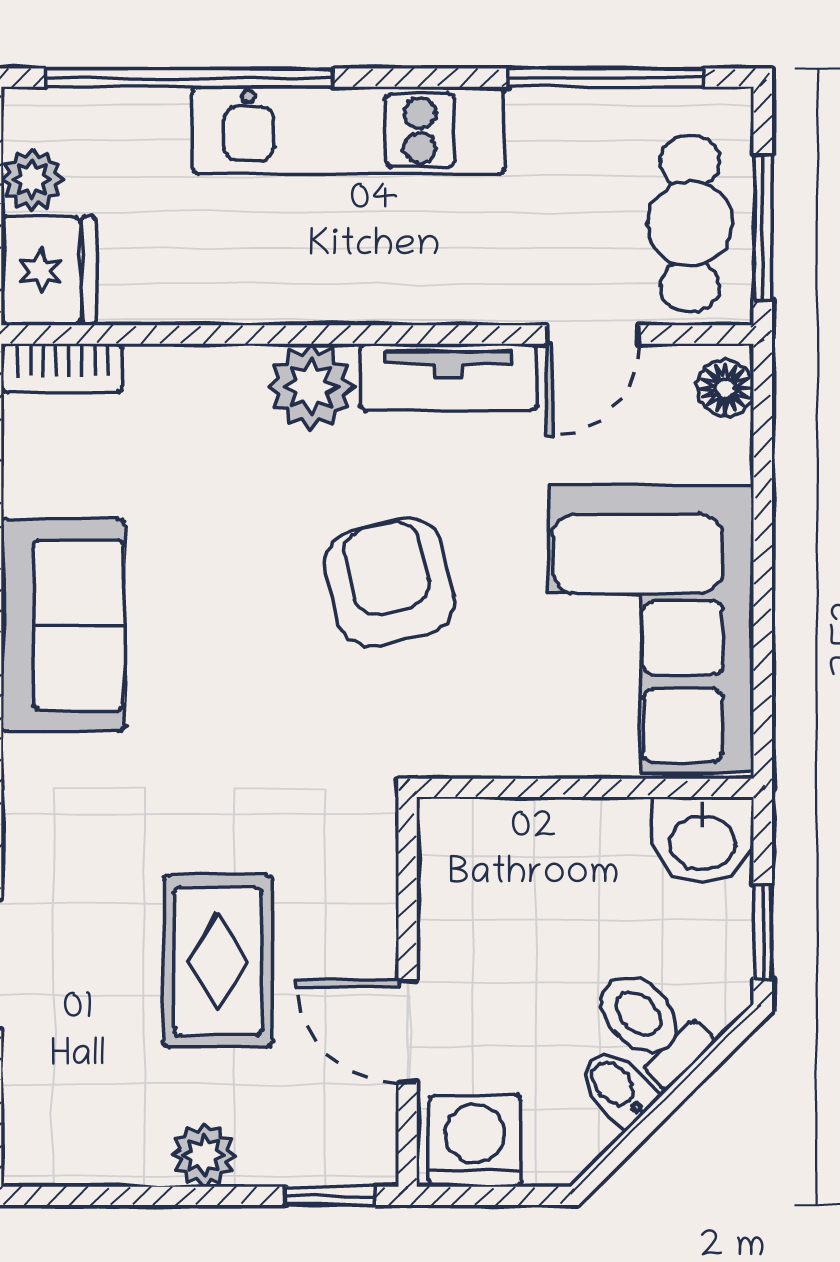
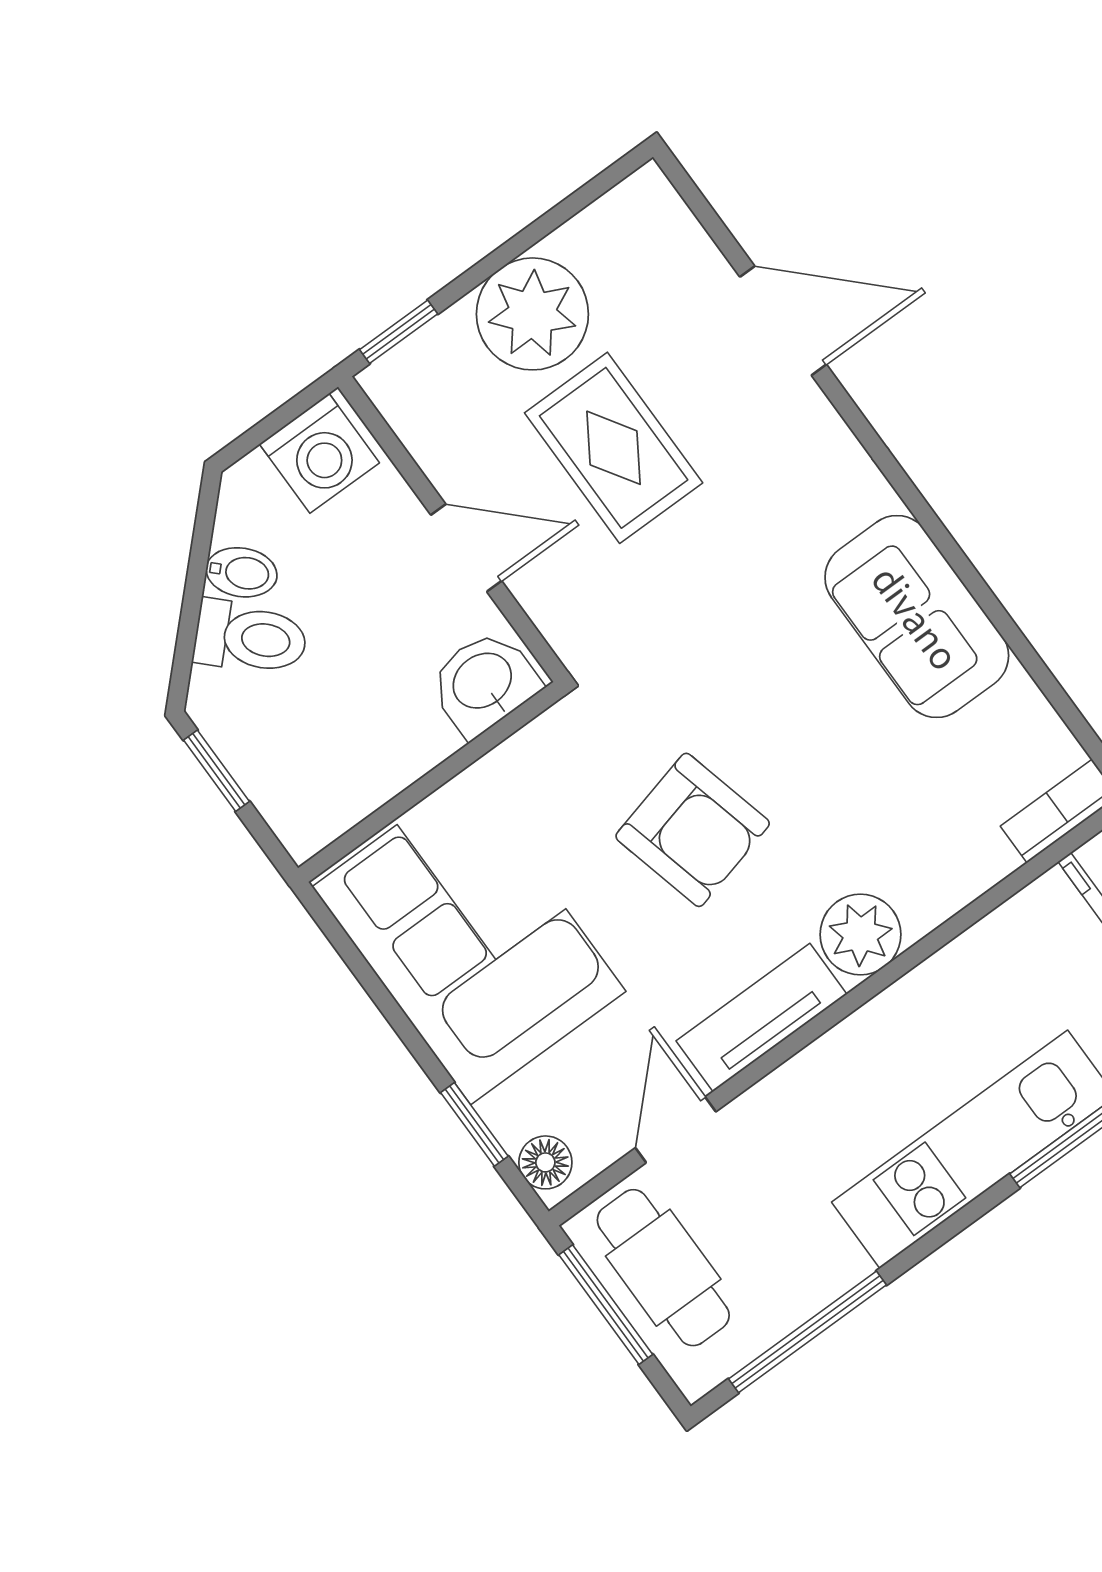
window: (763, 465) -> (474, 1124), added
washbasin: (702, 840) -> (484, 683), moved
door: (408, 1032) -> (466, 548), moved
plant: (204, 1155) -> (532, 314), width x1.87, depth x1.87

